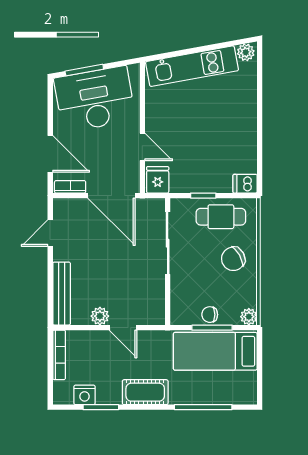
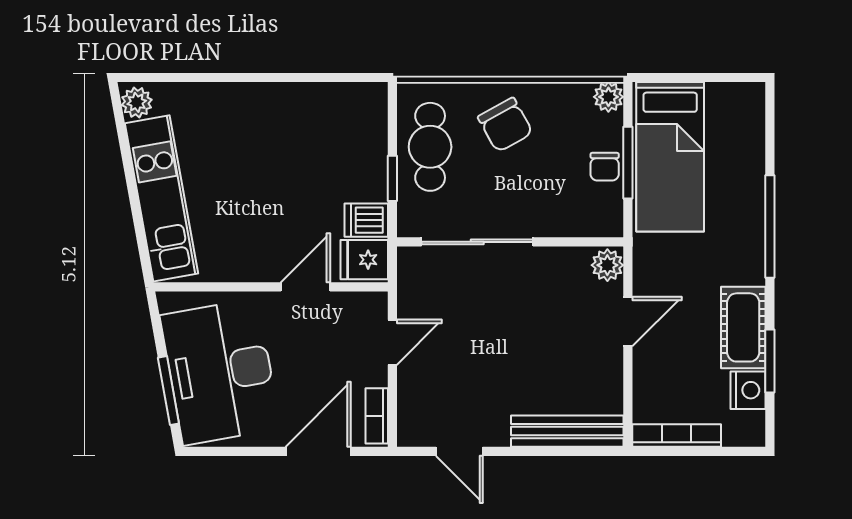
dishwasher: (245, 184) -> (366, 220), moved, turned 90
door: (111, 196) -> (392, 342), width x0.53
plant: (100, 316) -> (607, 265), moved
cot: (145, 392) -> (743, 327), moved
window: (203, 407) -> (770, 226), moved

